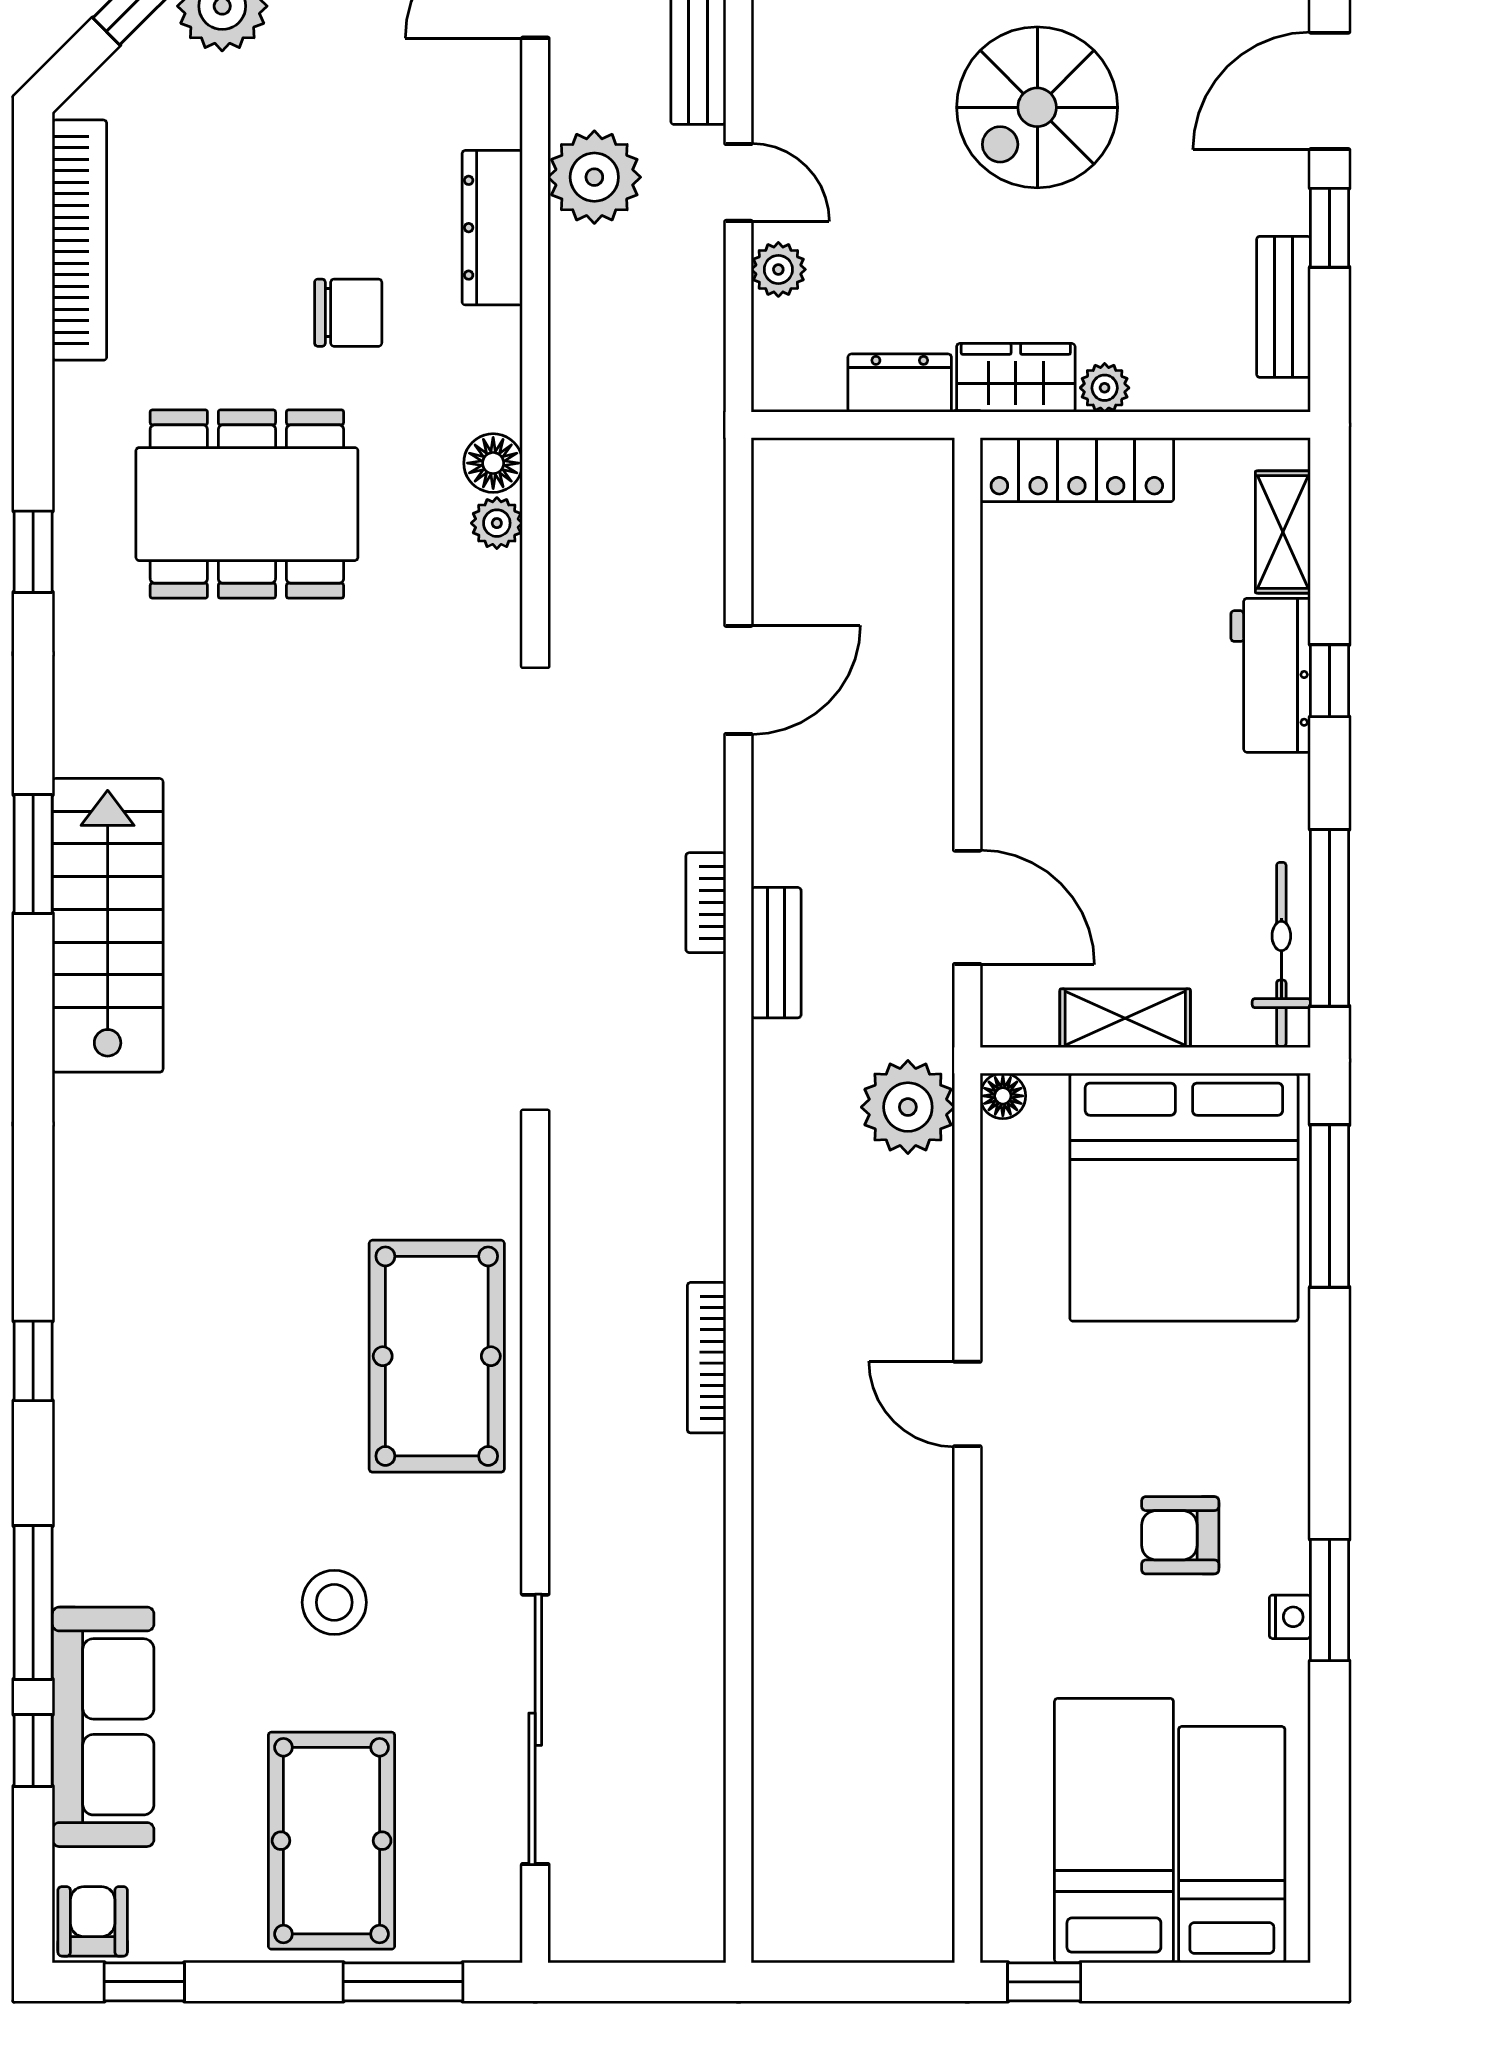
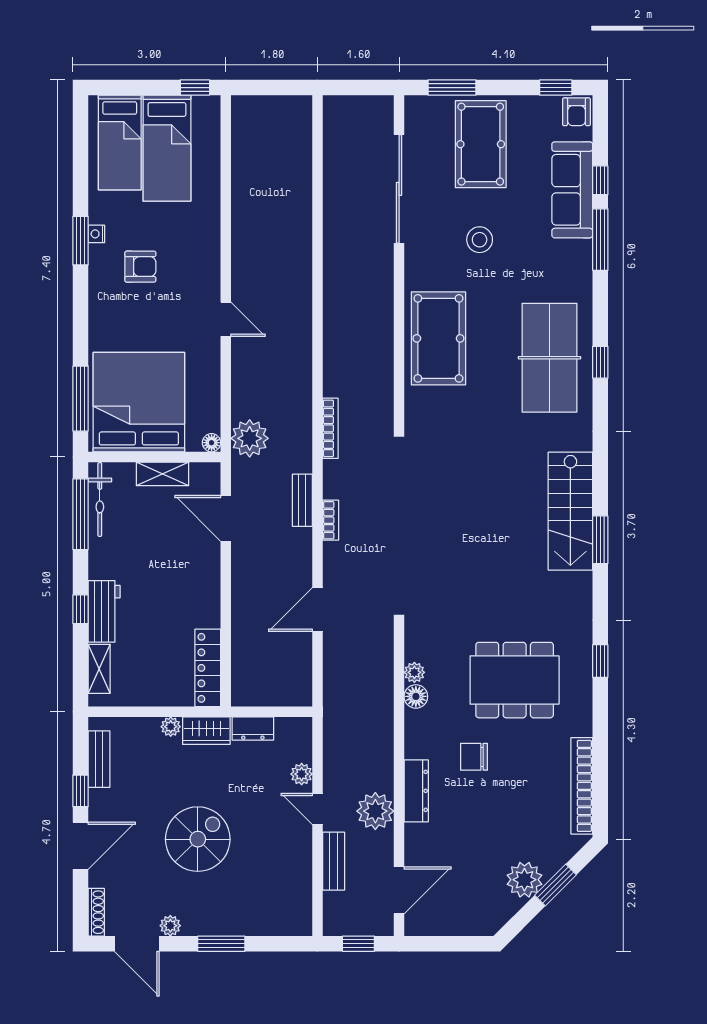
locker: (1077, 470) -> (208, 668), moved, turned -90
table tennis table: (160, 1308) -> (549, 358), added
bookcase: (707, 1358) -> (330, 428), moved
window: (33, 1361) -> (600, 362), moved

